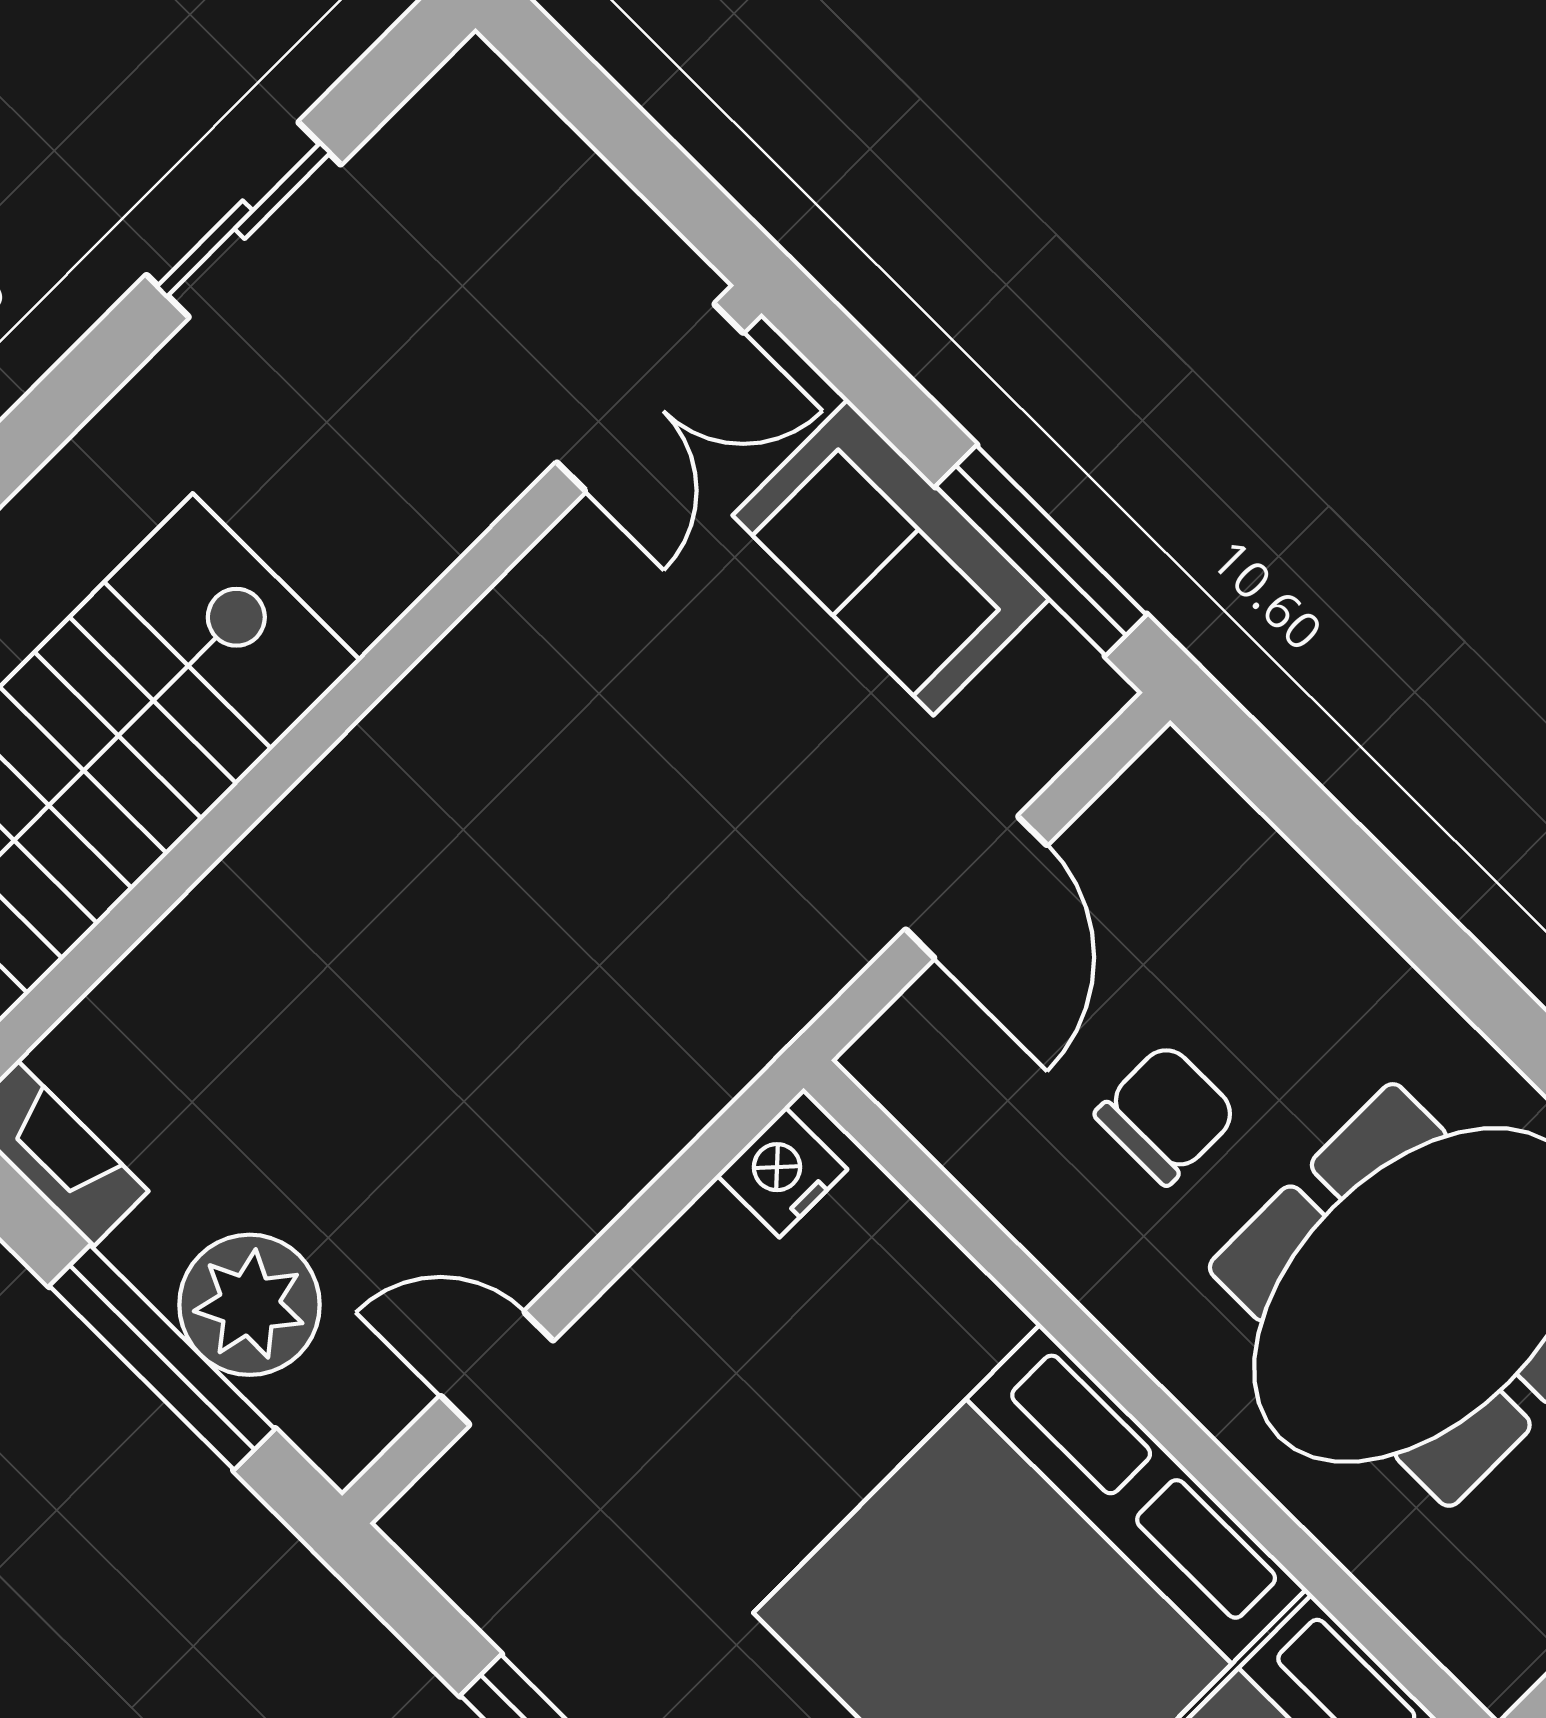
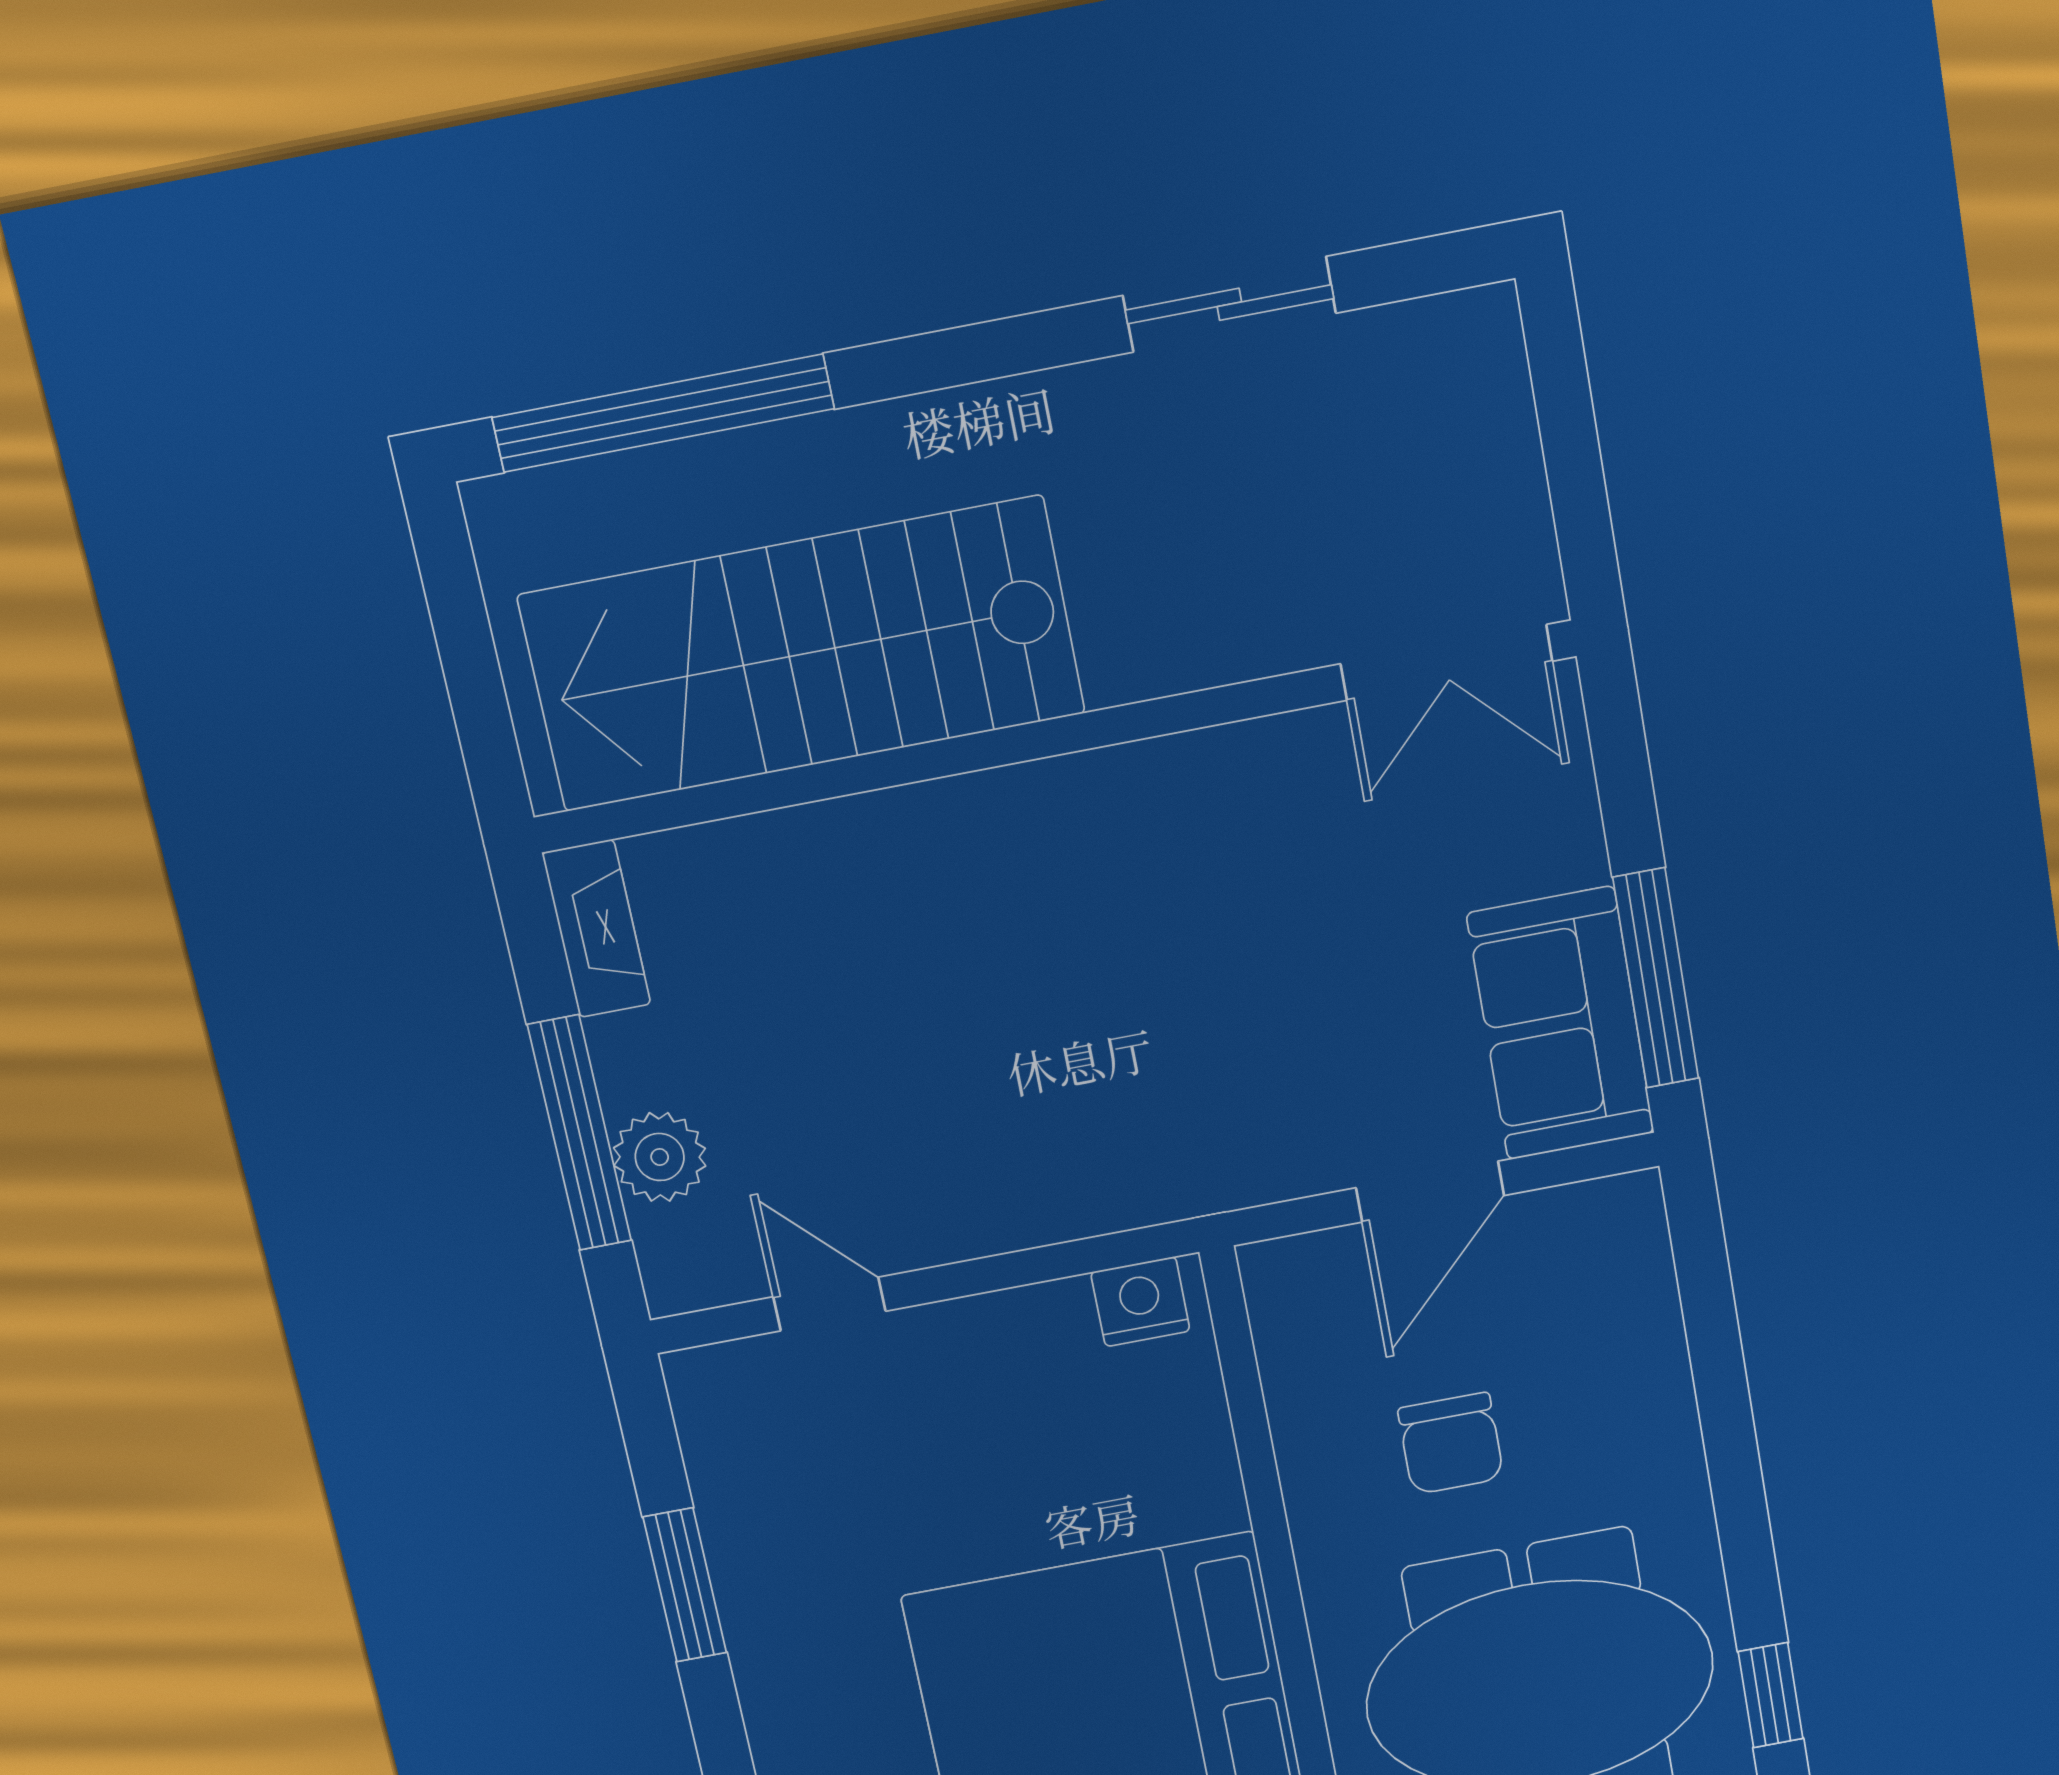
sofa: (891, 557) -> (1561, 1024), moved
chair: (1166, 1114) -> (1451, 1443), turned 90
plant: (249, 1305) -> (660, 1157), width x0.73, depth x0.73

